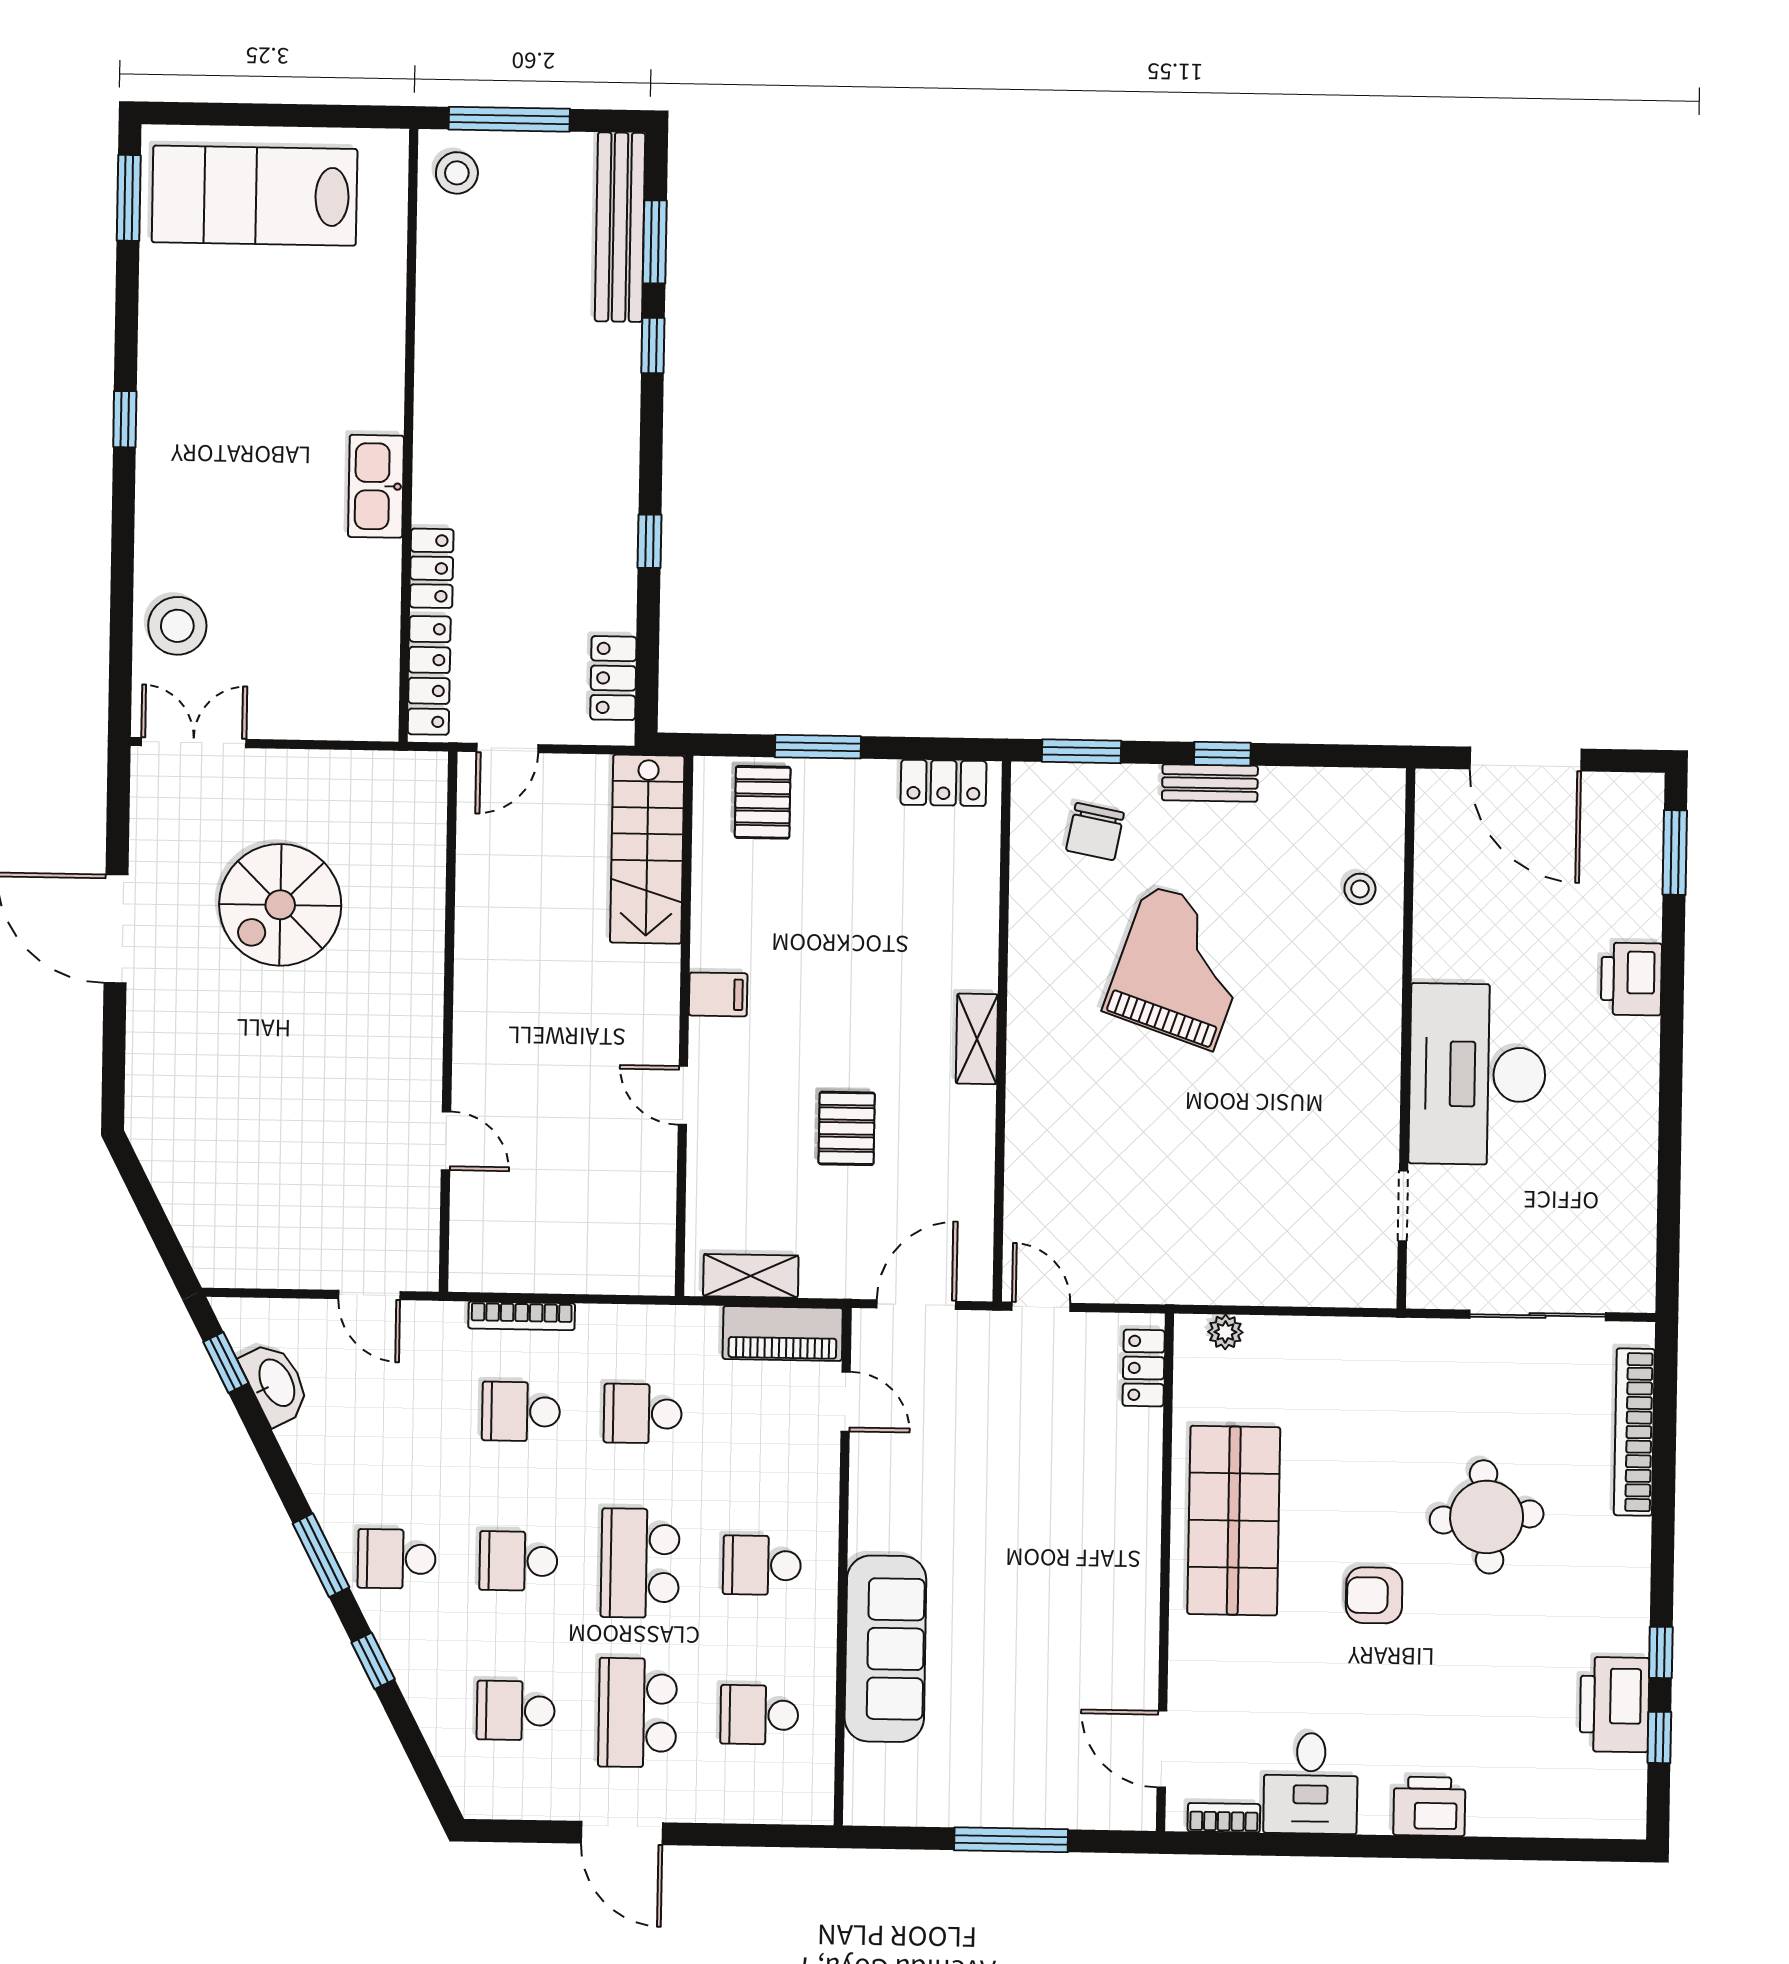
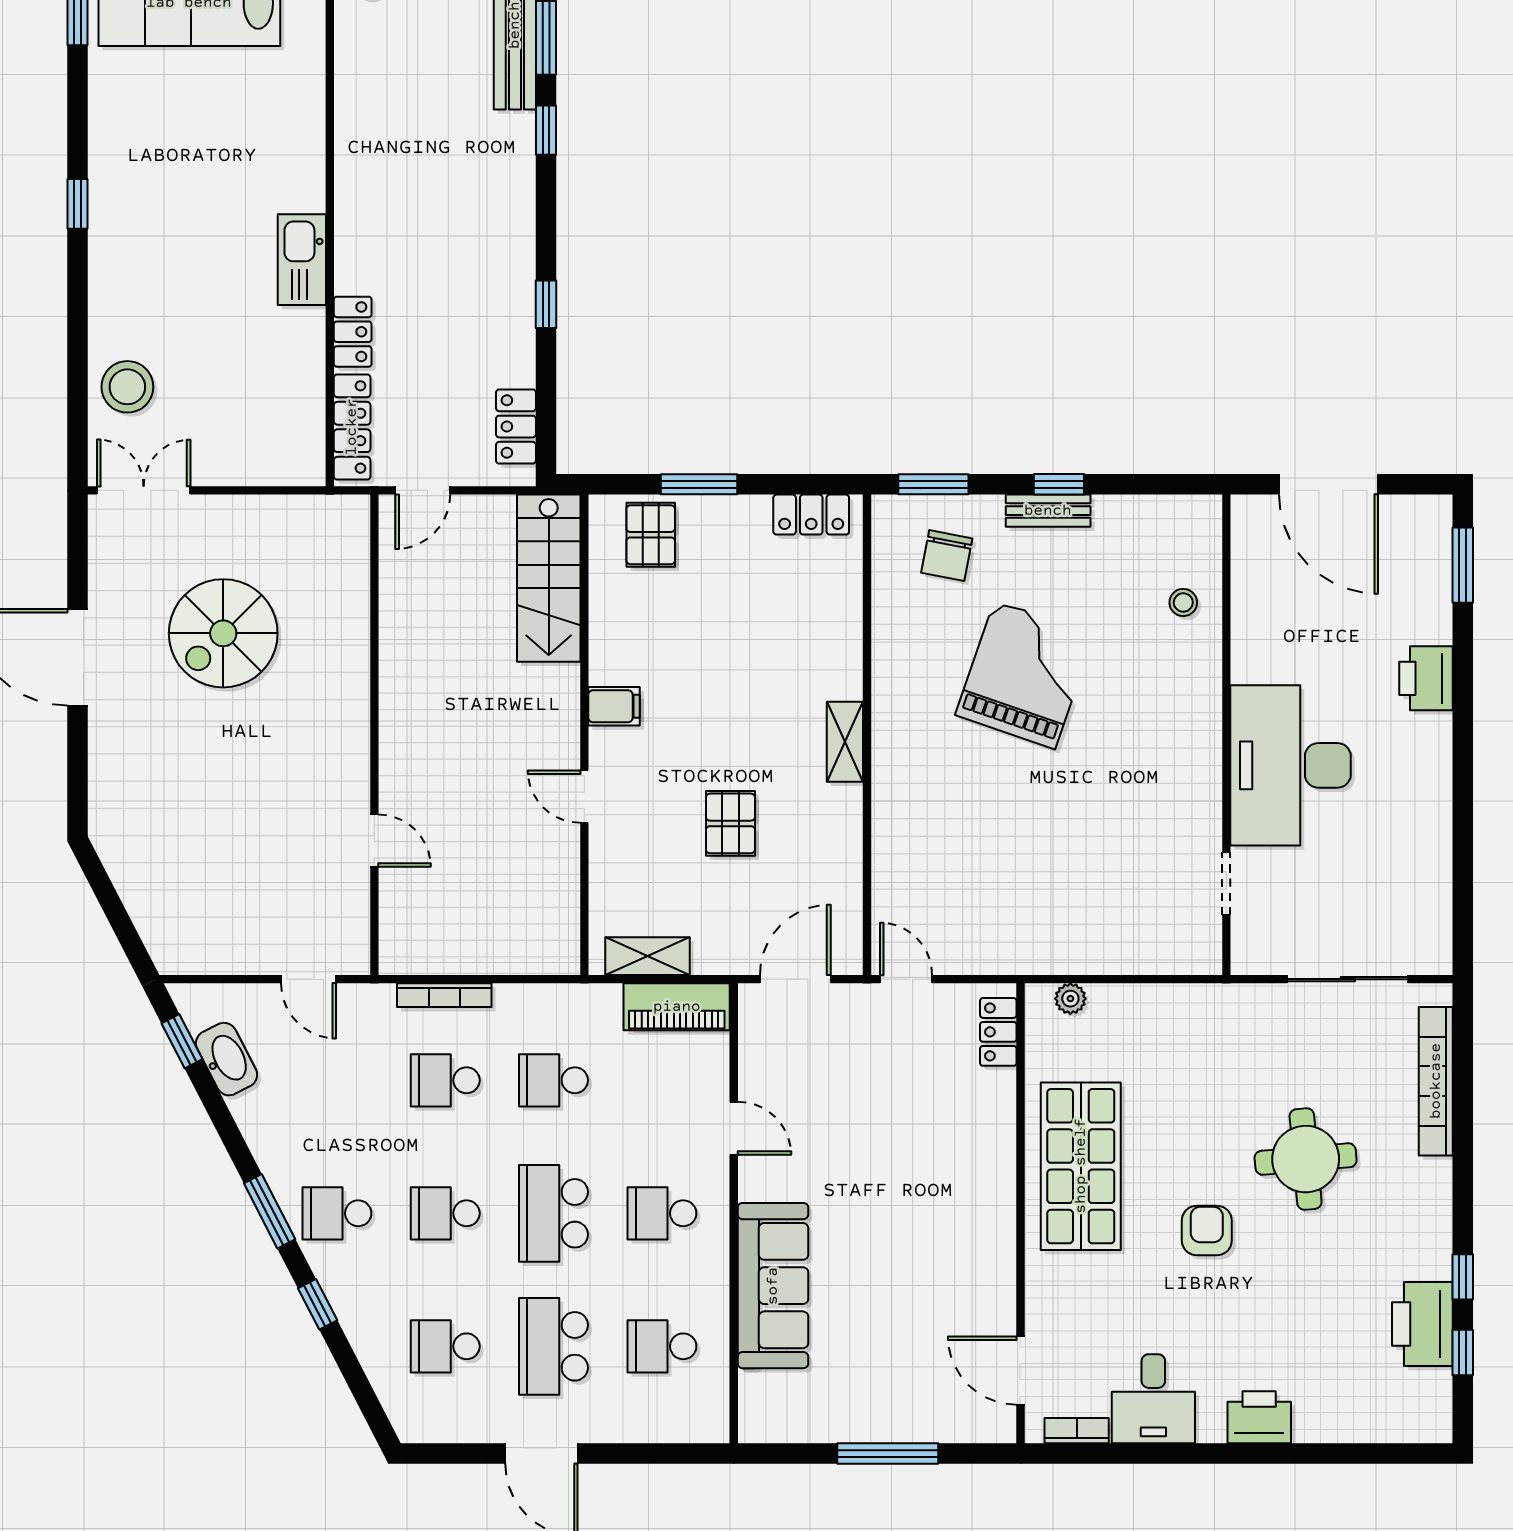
door: (846, 1402) -> (734, 1128), moved
armchair: (1374, 1595) -> (1207, 1230), turned 90

